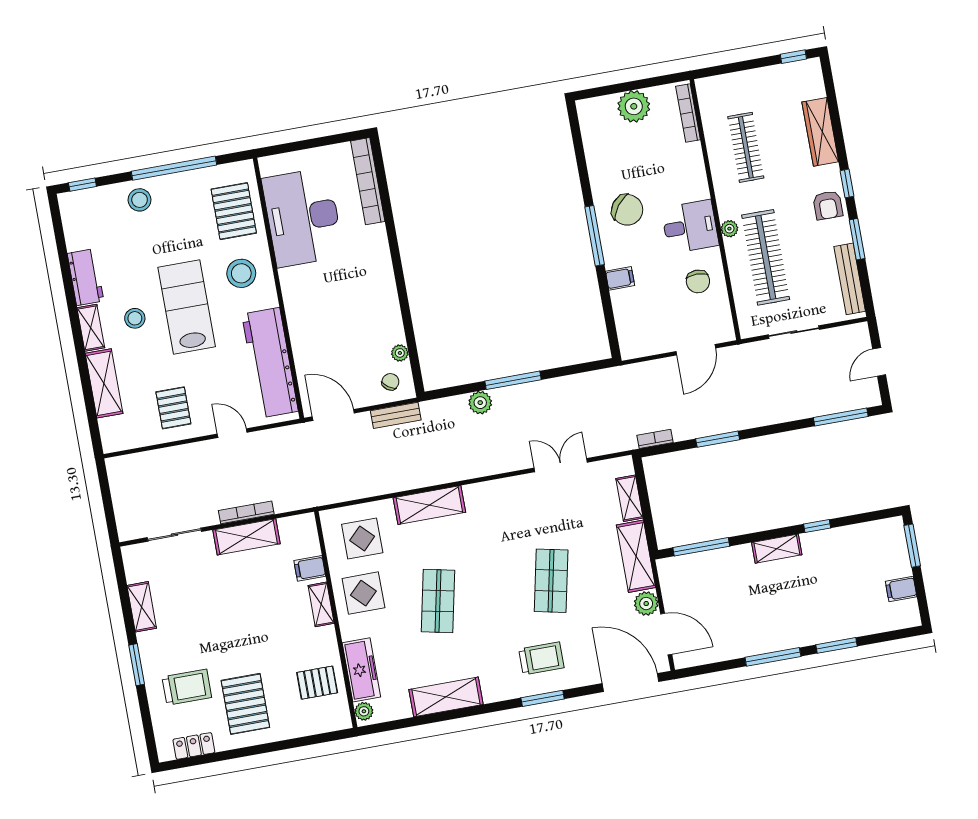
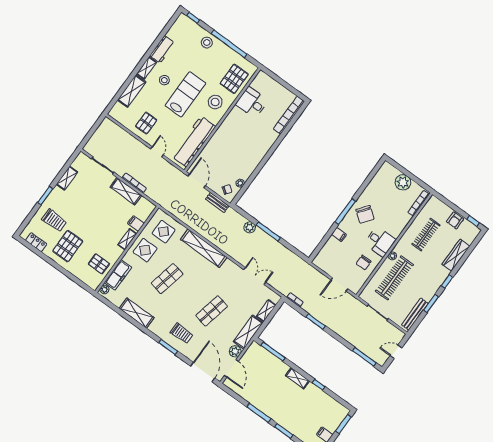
armchair: (828, 205) -> (455, 220), moved
desk: (303, 217) -> (252, 102), width x0.53, depth x0.77
shelving: (429, 505) -> (204, 248), width x1.47

